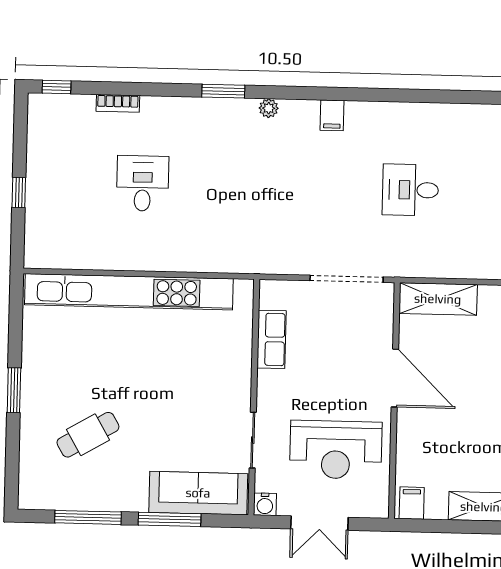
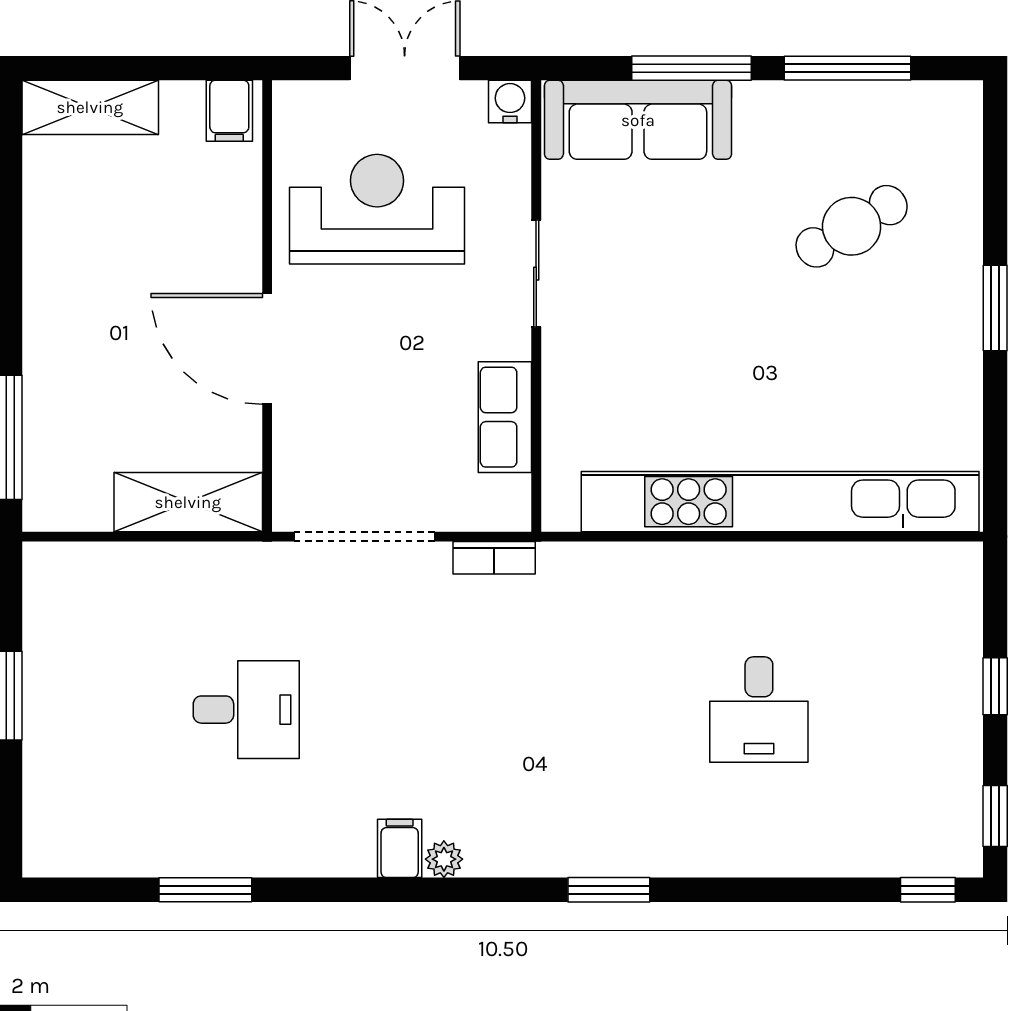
window: (434, 96) -> (205, 890), added
bookcase: (118, 103) -> (494, 558), moved, turned 180
plant: (269, 108) -> (444, 859), moved
window: (20, 125) -> (995, 816), added
sliding door: (253, 440) -> (536, 274), moved

